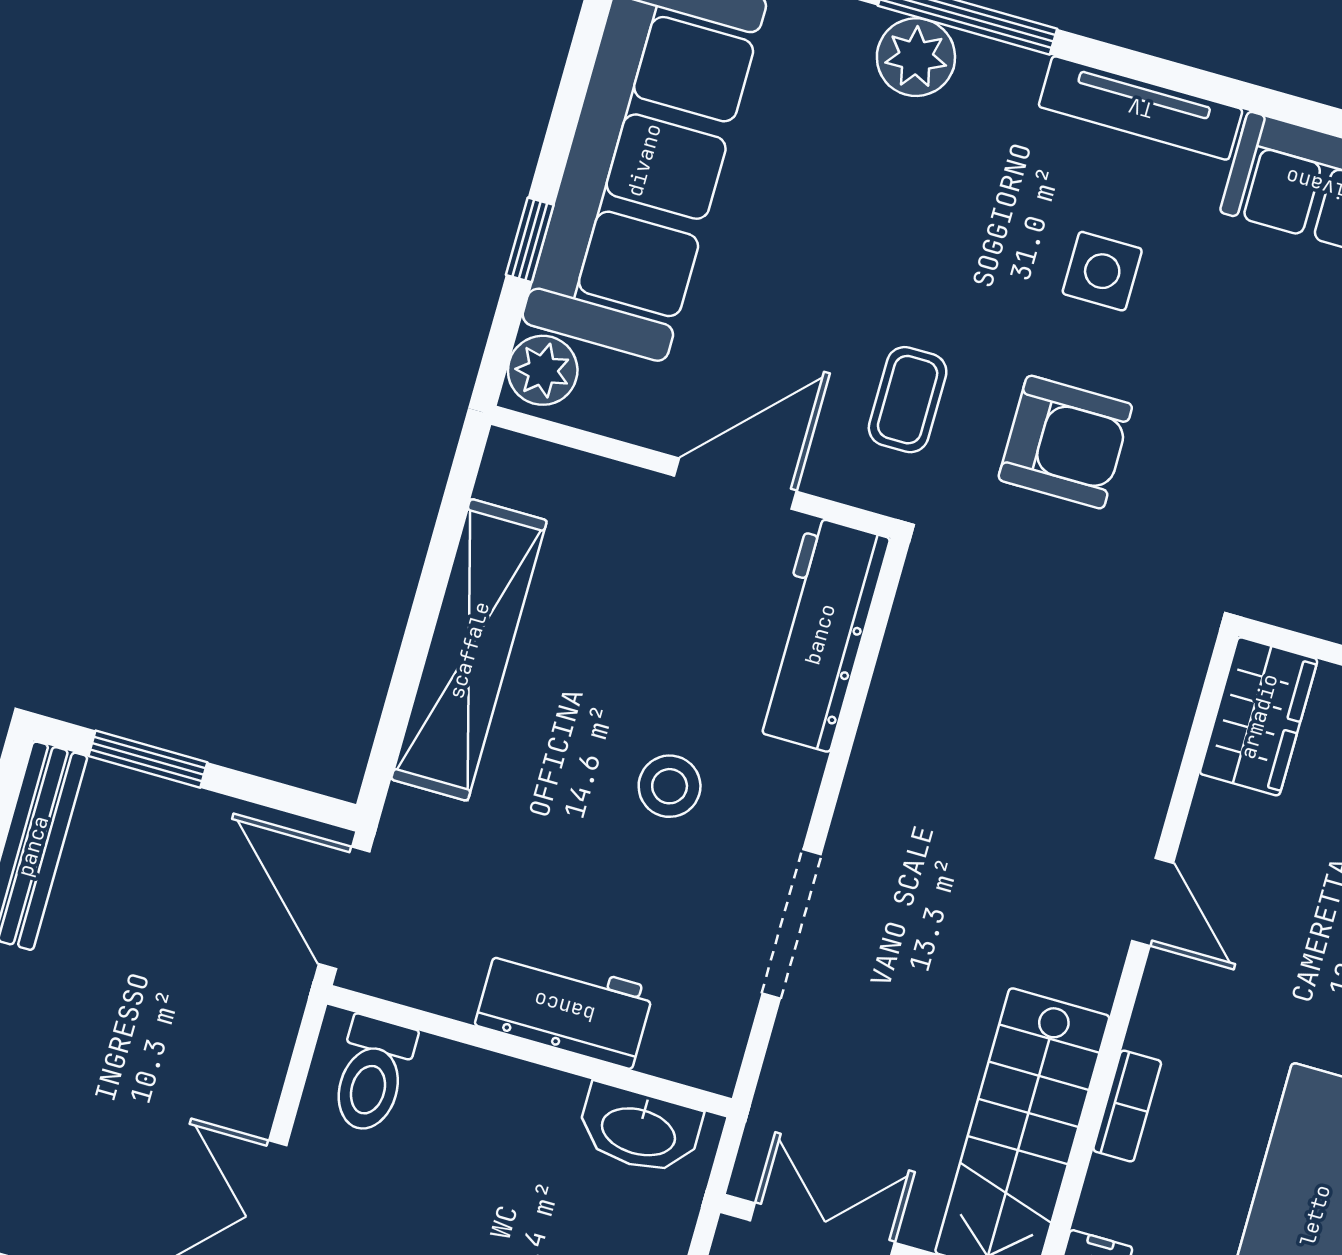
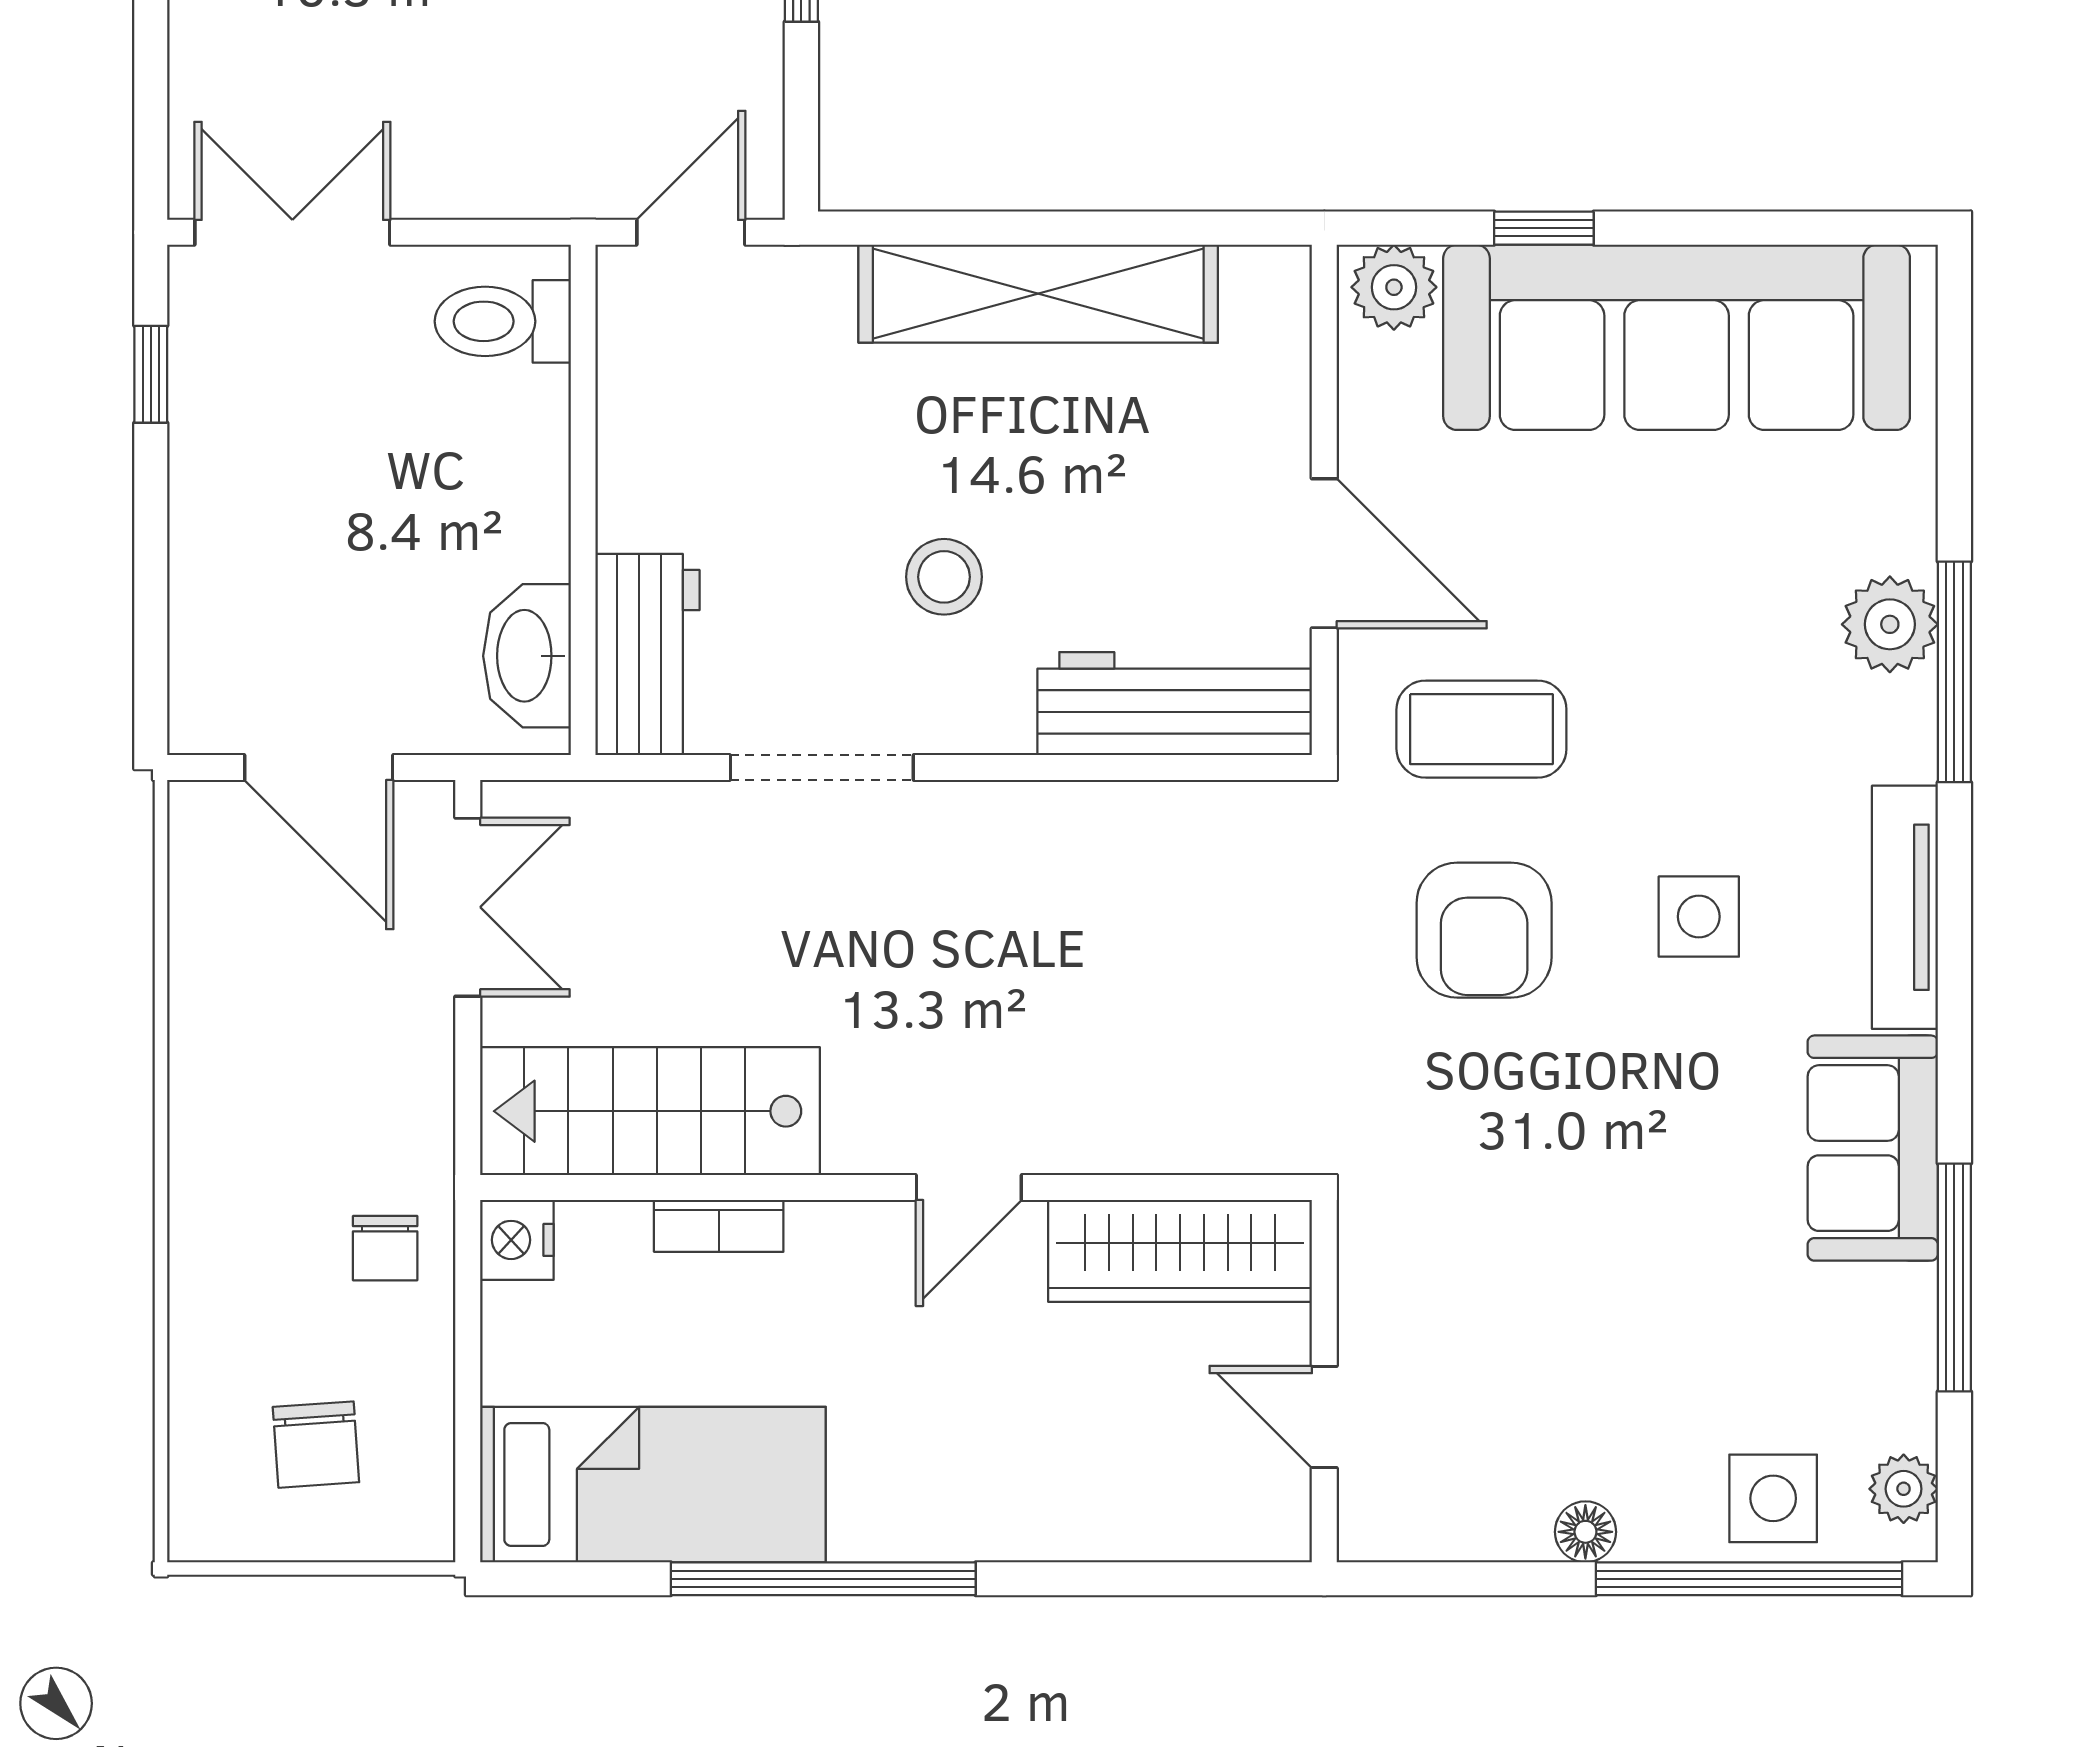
coffee table: (908, 400) -> (1481, 729), width x1.36, depth x1.30
wardrobe: (1259, 716) -> (1180, 1251), width x1.50
door: (344, 908) -> (691, 232), width x0.73
workbench: (564, 1007) -> (647, 655), moved

